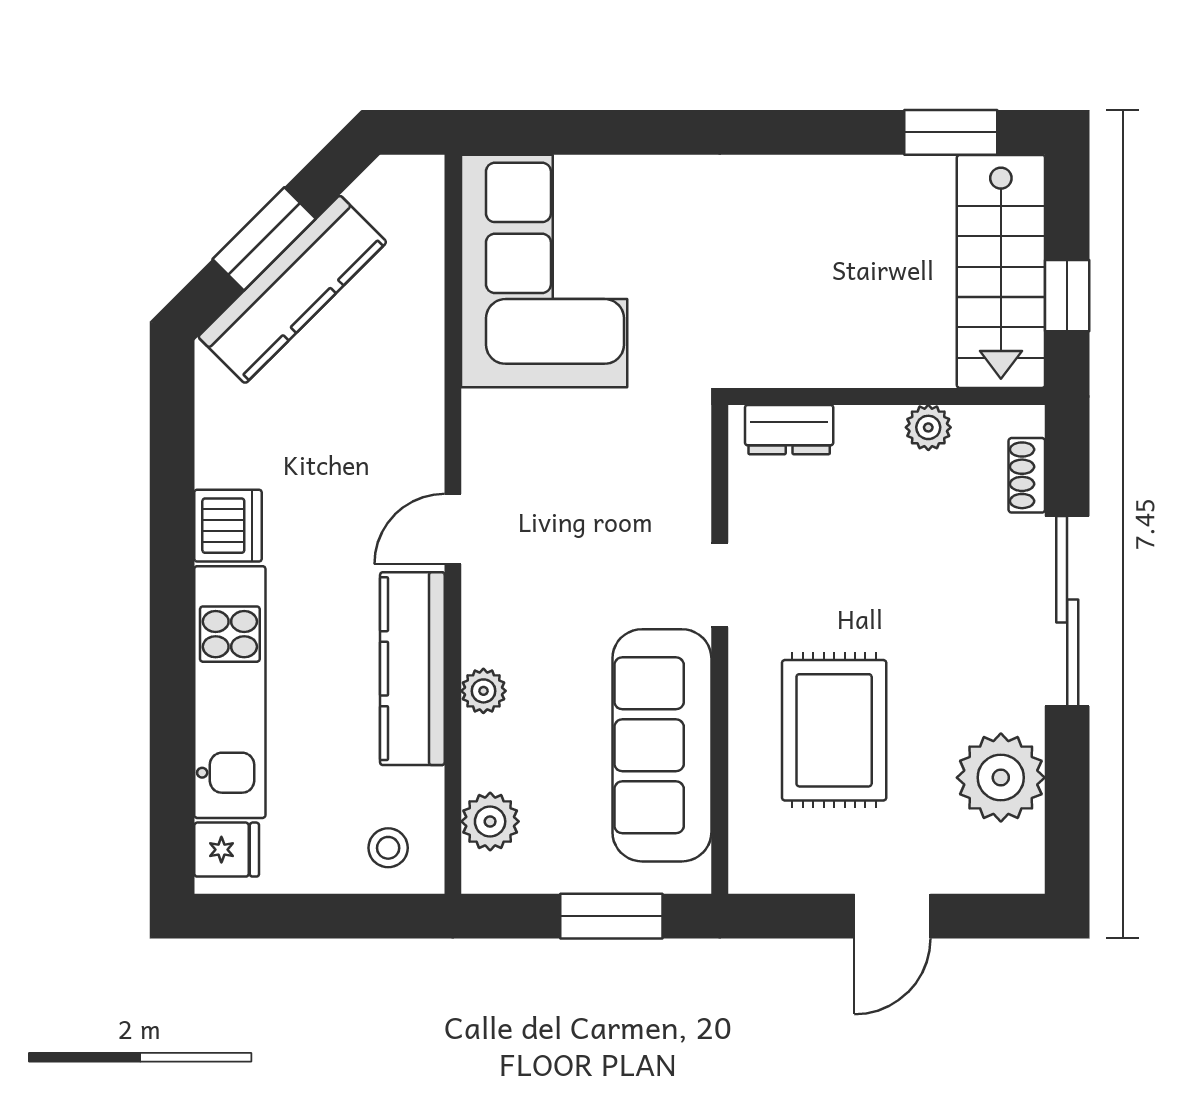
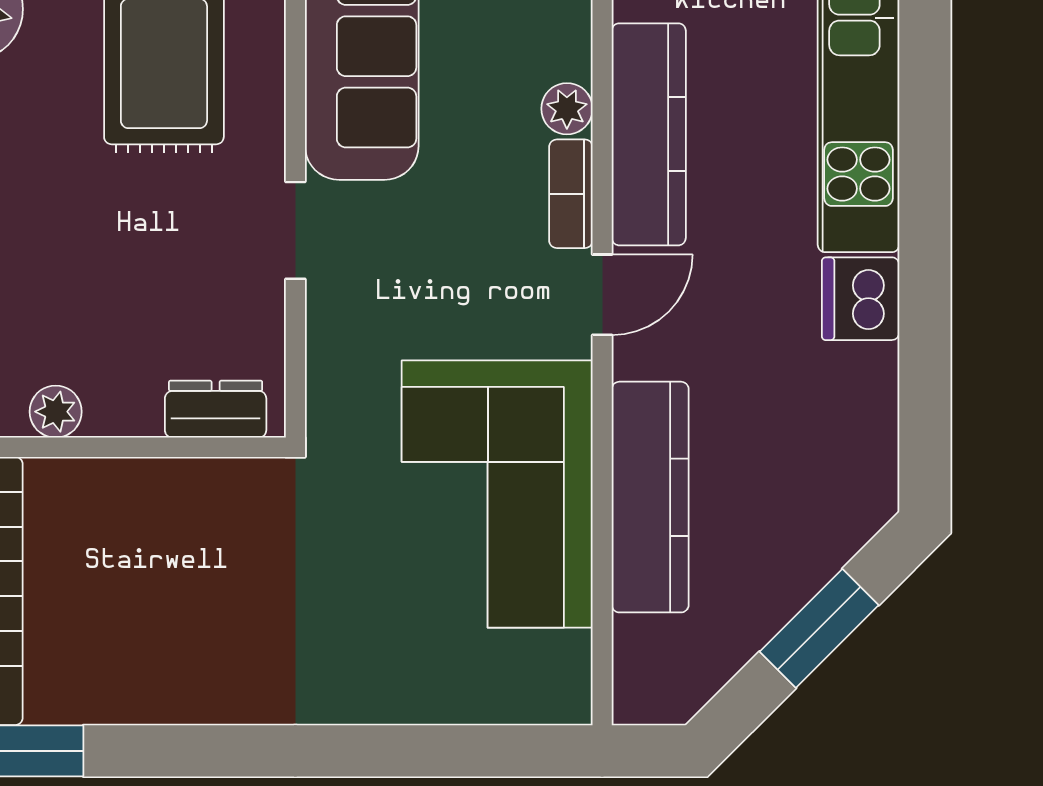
corner sofa: (544, 271) -> (497, 494), moved
kitchen counter: (292, 289) -> (650, 497), moved, turned 135
bookcase: (480, 617) -> (571, 194), added

